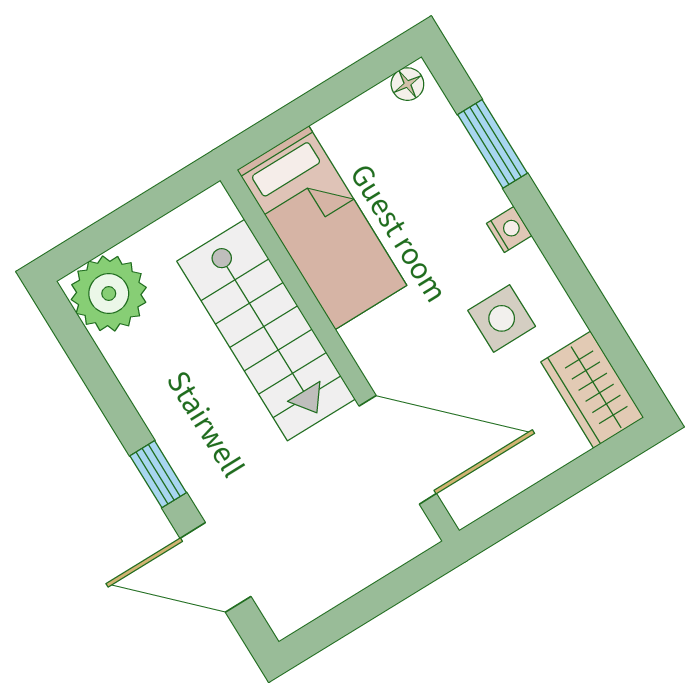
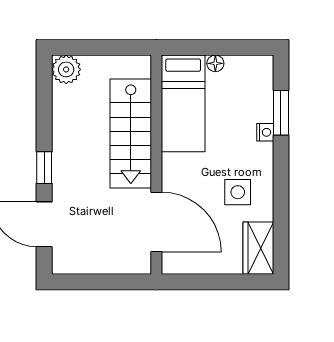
floor lamp: (407, 84) -> (215, 63), moved
nightstand: (509, 230) -> (265, 132), moved
plant: (109, 294) -> (66, 69), width x0.73, depth x0.73

